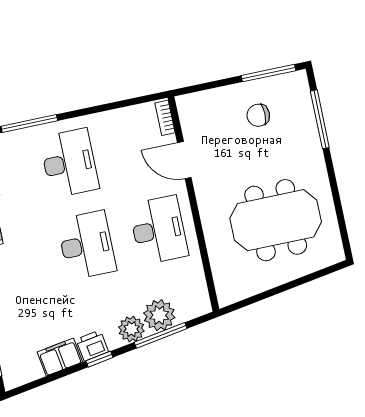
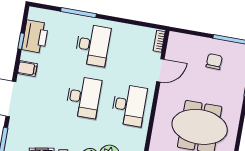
chair: (258, 115) -> (214, 62), turned 92
door: (184, 160) -> (160, 70), swing flipped

